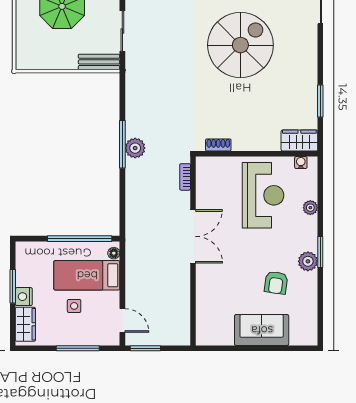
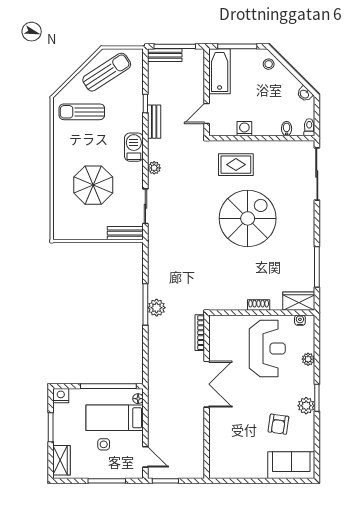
window: (320, 101) -> (317, 267), width x1.44
shoe rack: (218, 145) -> (259, 305), moved
bookcase: (185, 177) -> (200, 333), width x1.56
nightstand: (24, 297) -> (61, 396), moved, turned 90
sofa: (262, 330) -> (291, 465), moved

